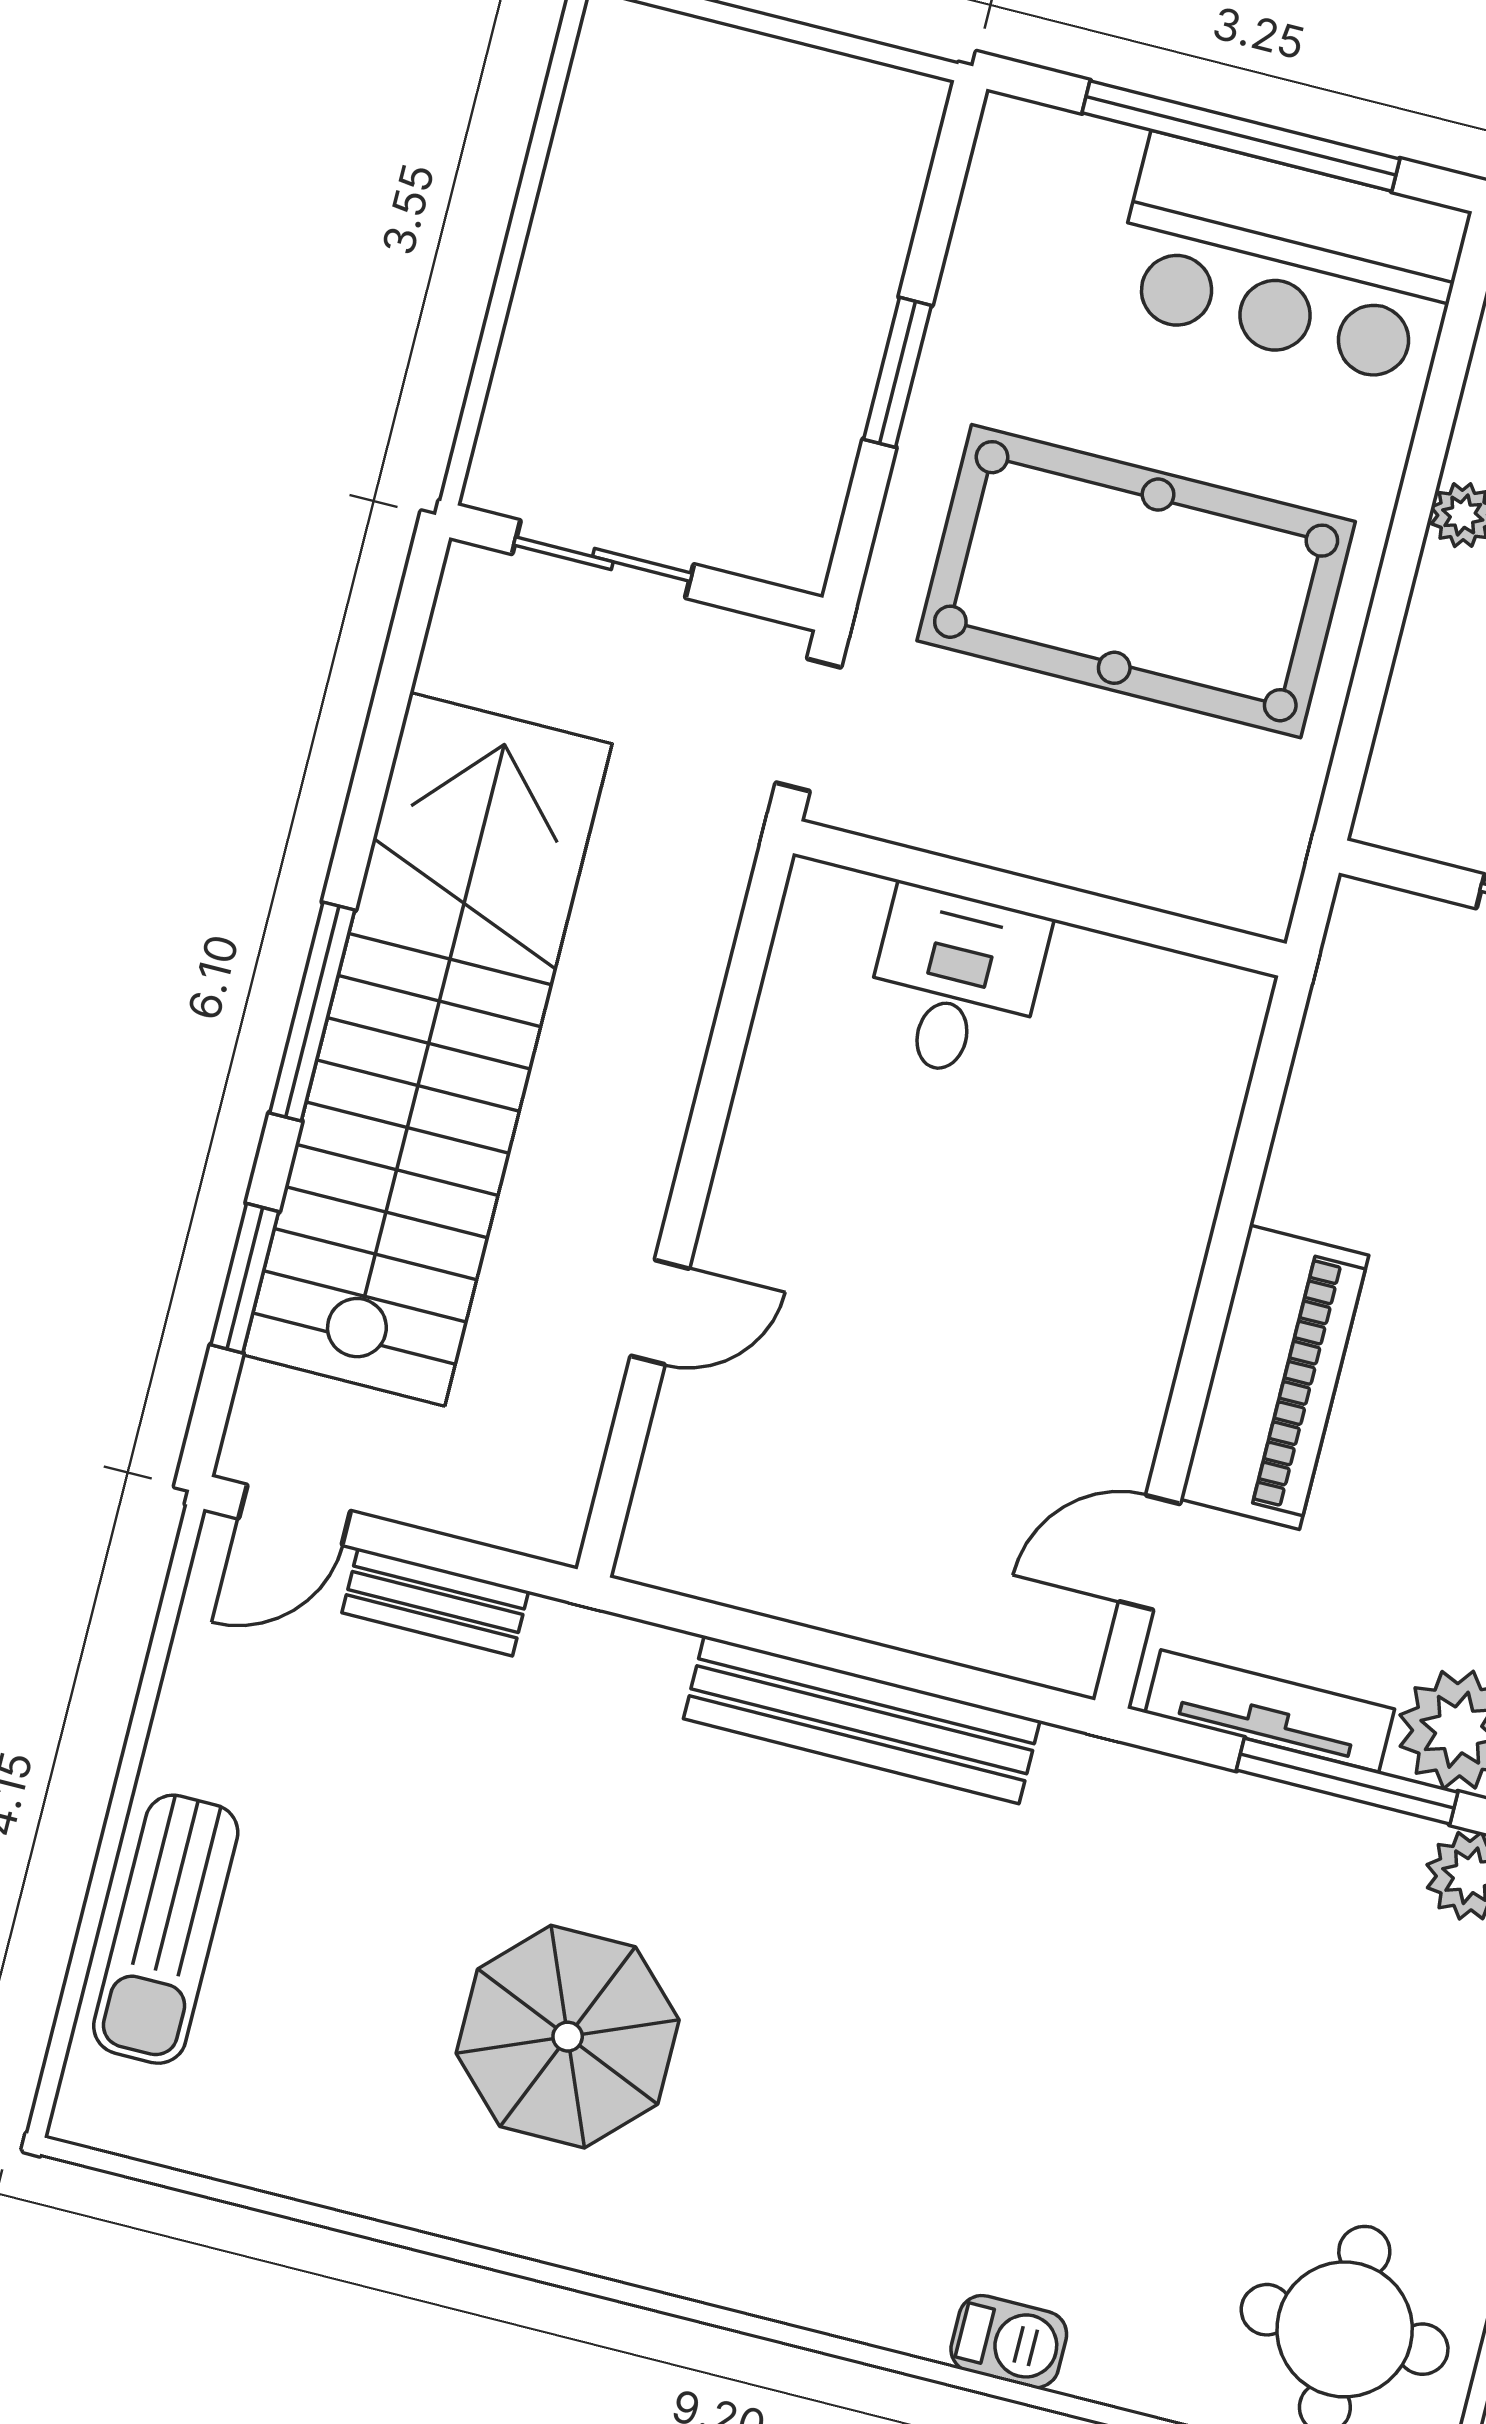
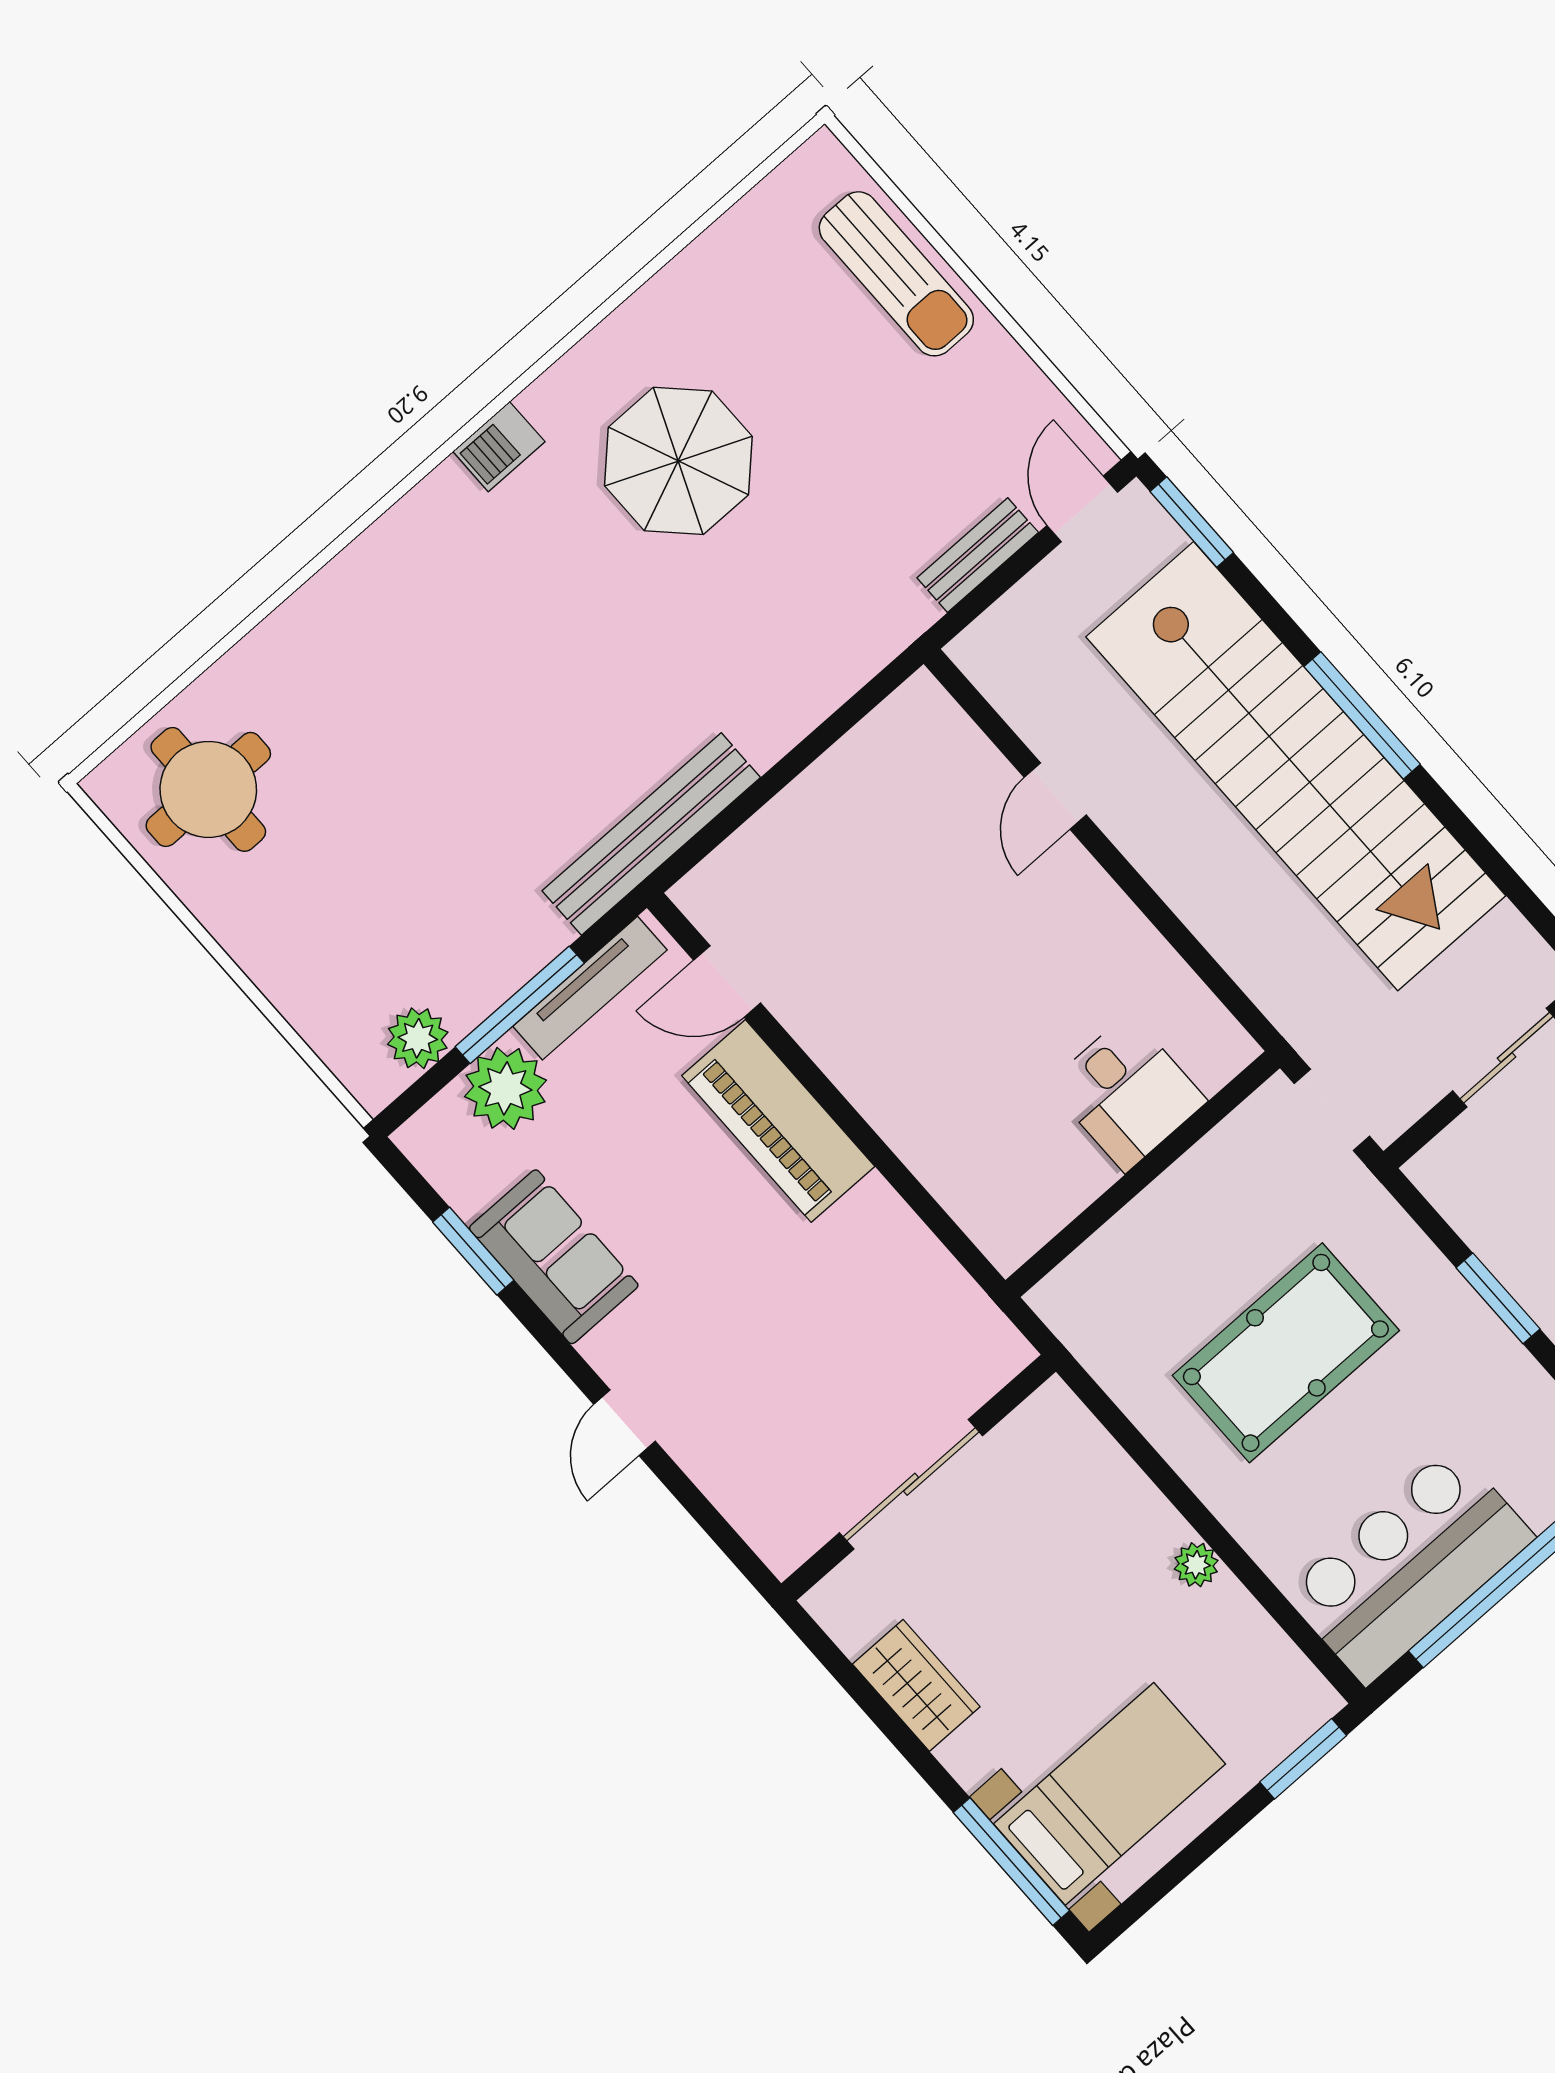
pool table: (1136, 581) -> (1286, 1353), width x0.73, depth x0.76
window: (245, 1278) -> (1192, 522), moved
door: (1150, 1553) -> (727, 981), swing flipped
bench: (862, 1720) -> (651, 834), moved
sun lounger: (166, 1929) -> (896, 274), turned 180
barbecue: (1009, 2342) -> (499, 447), moved

